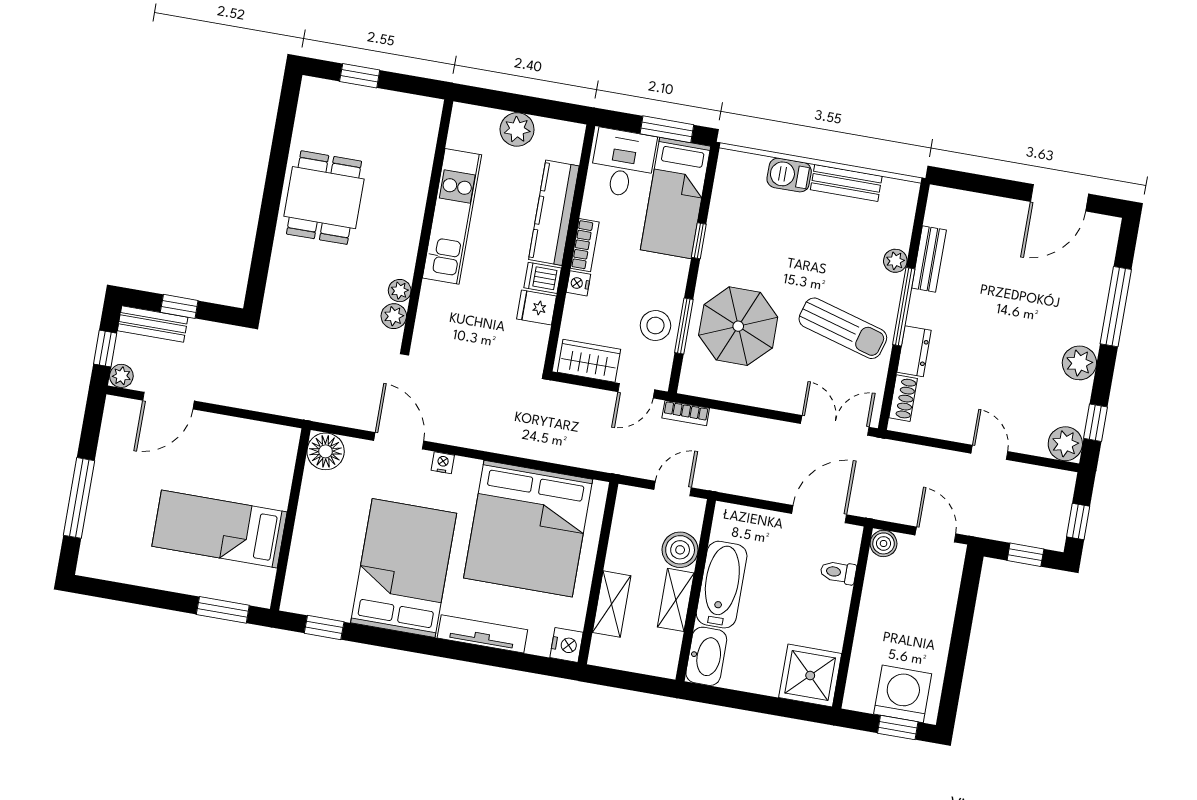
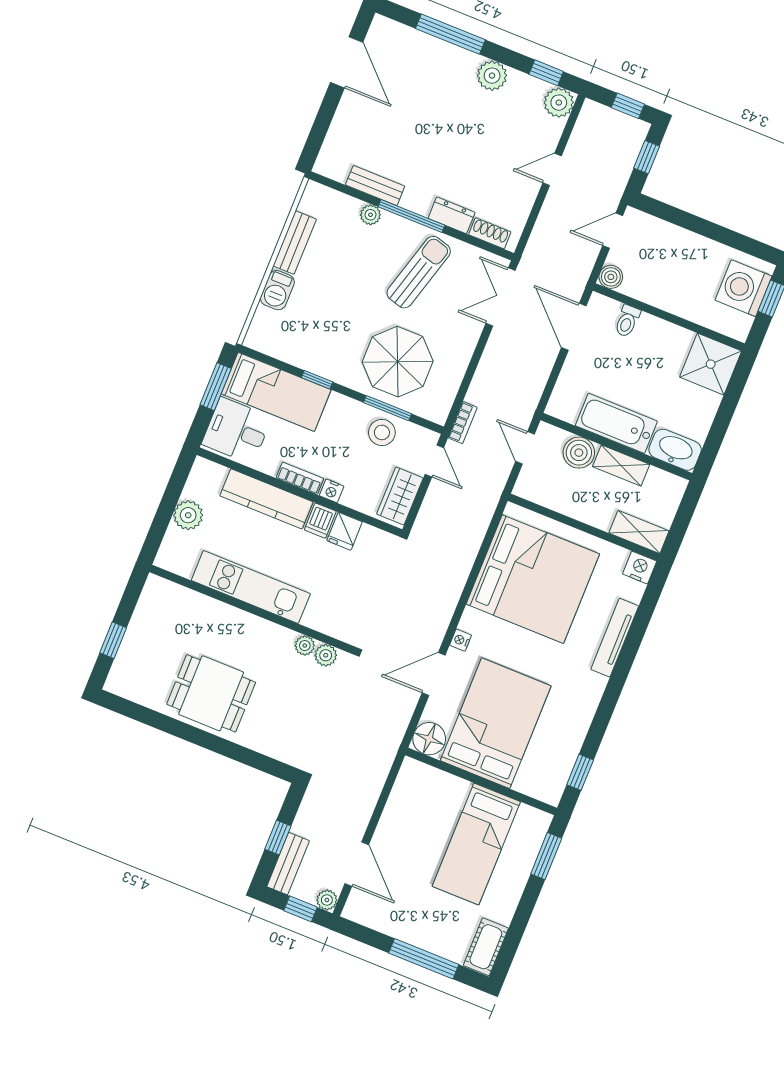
cot: (107, 564) -> (486, 947), added
bed: (404, 568) -> (496, 723), moved, turned 90
shelving: (612, 604) -> (639, 532), moved

